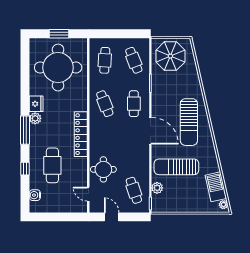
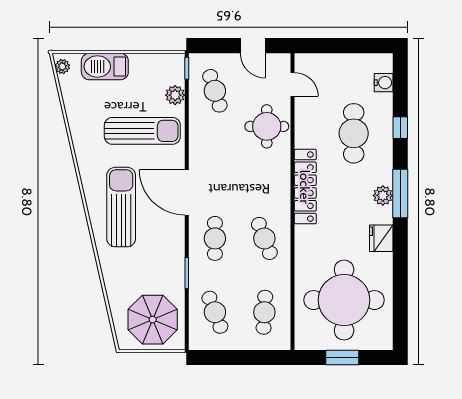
plant: (35, 118) -> (383, 195), moved
barbecue: (216, 187) -> (105, 66), moved, turned 103

